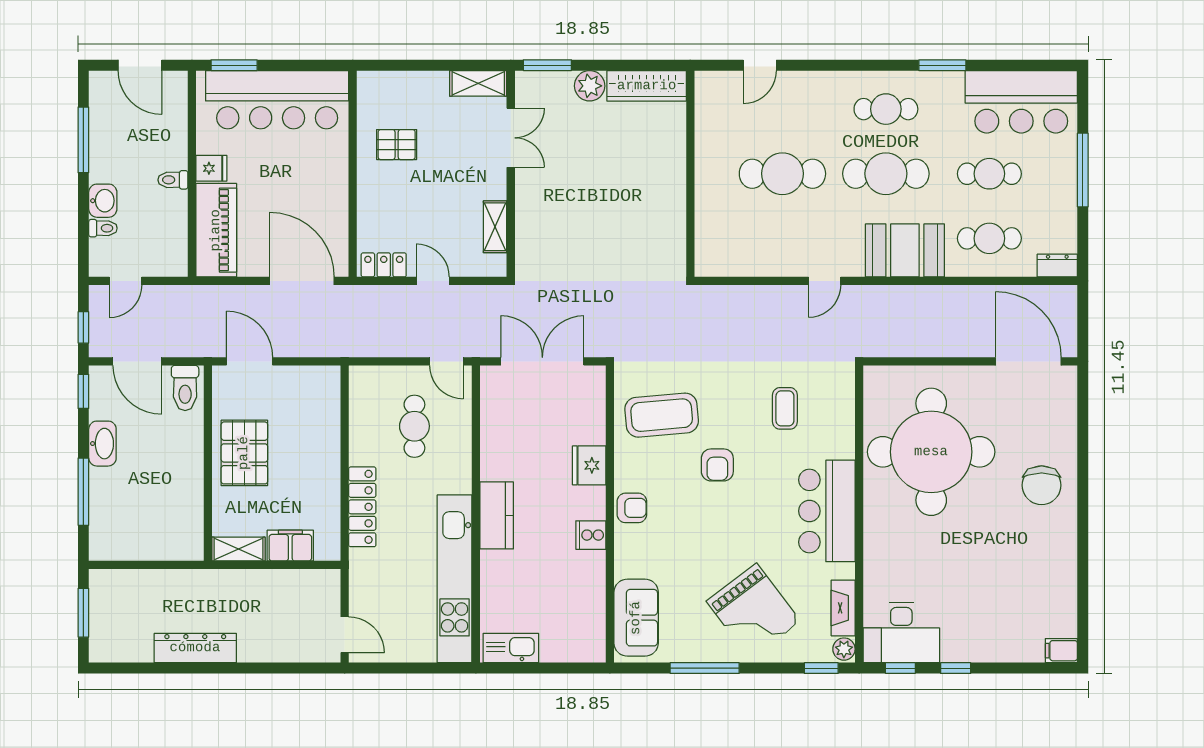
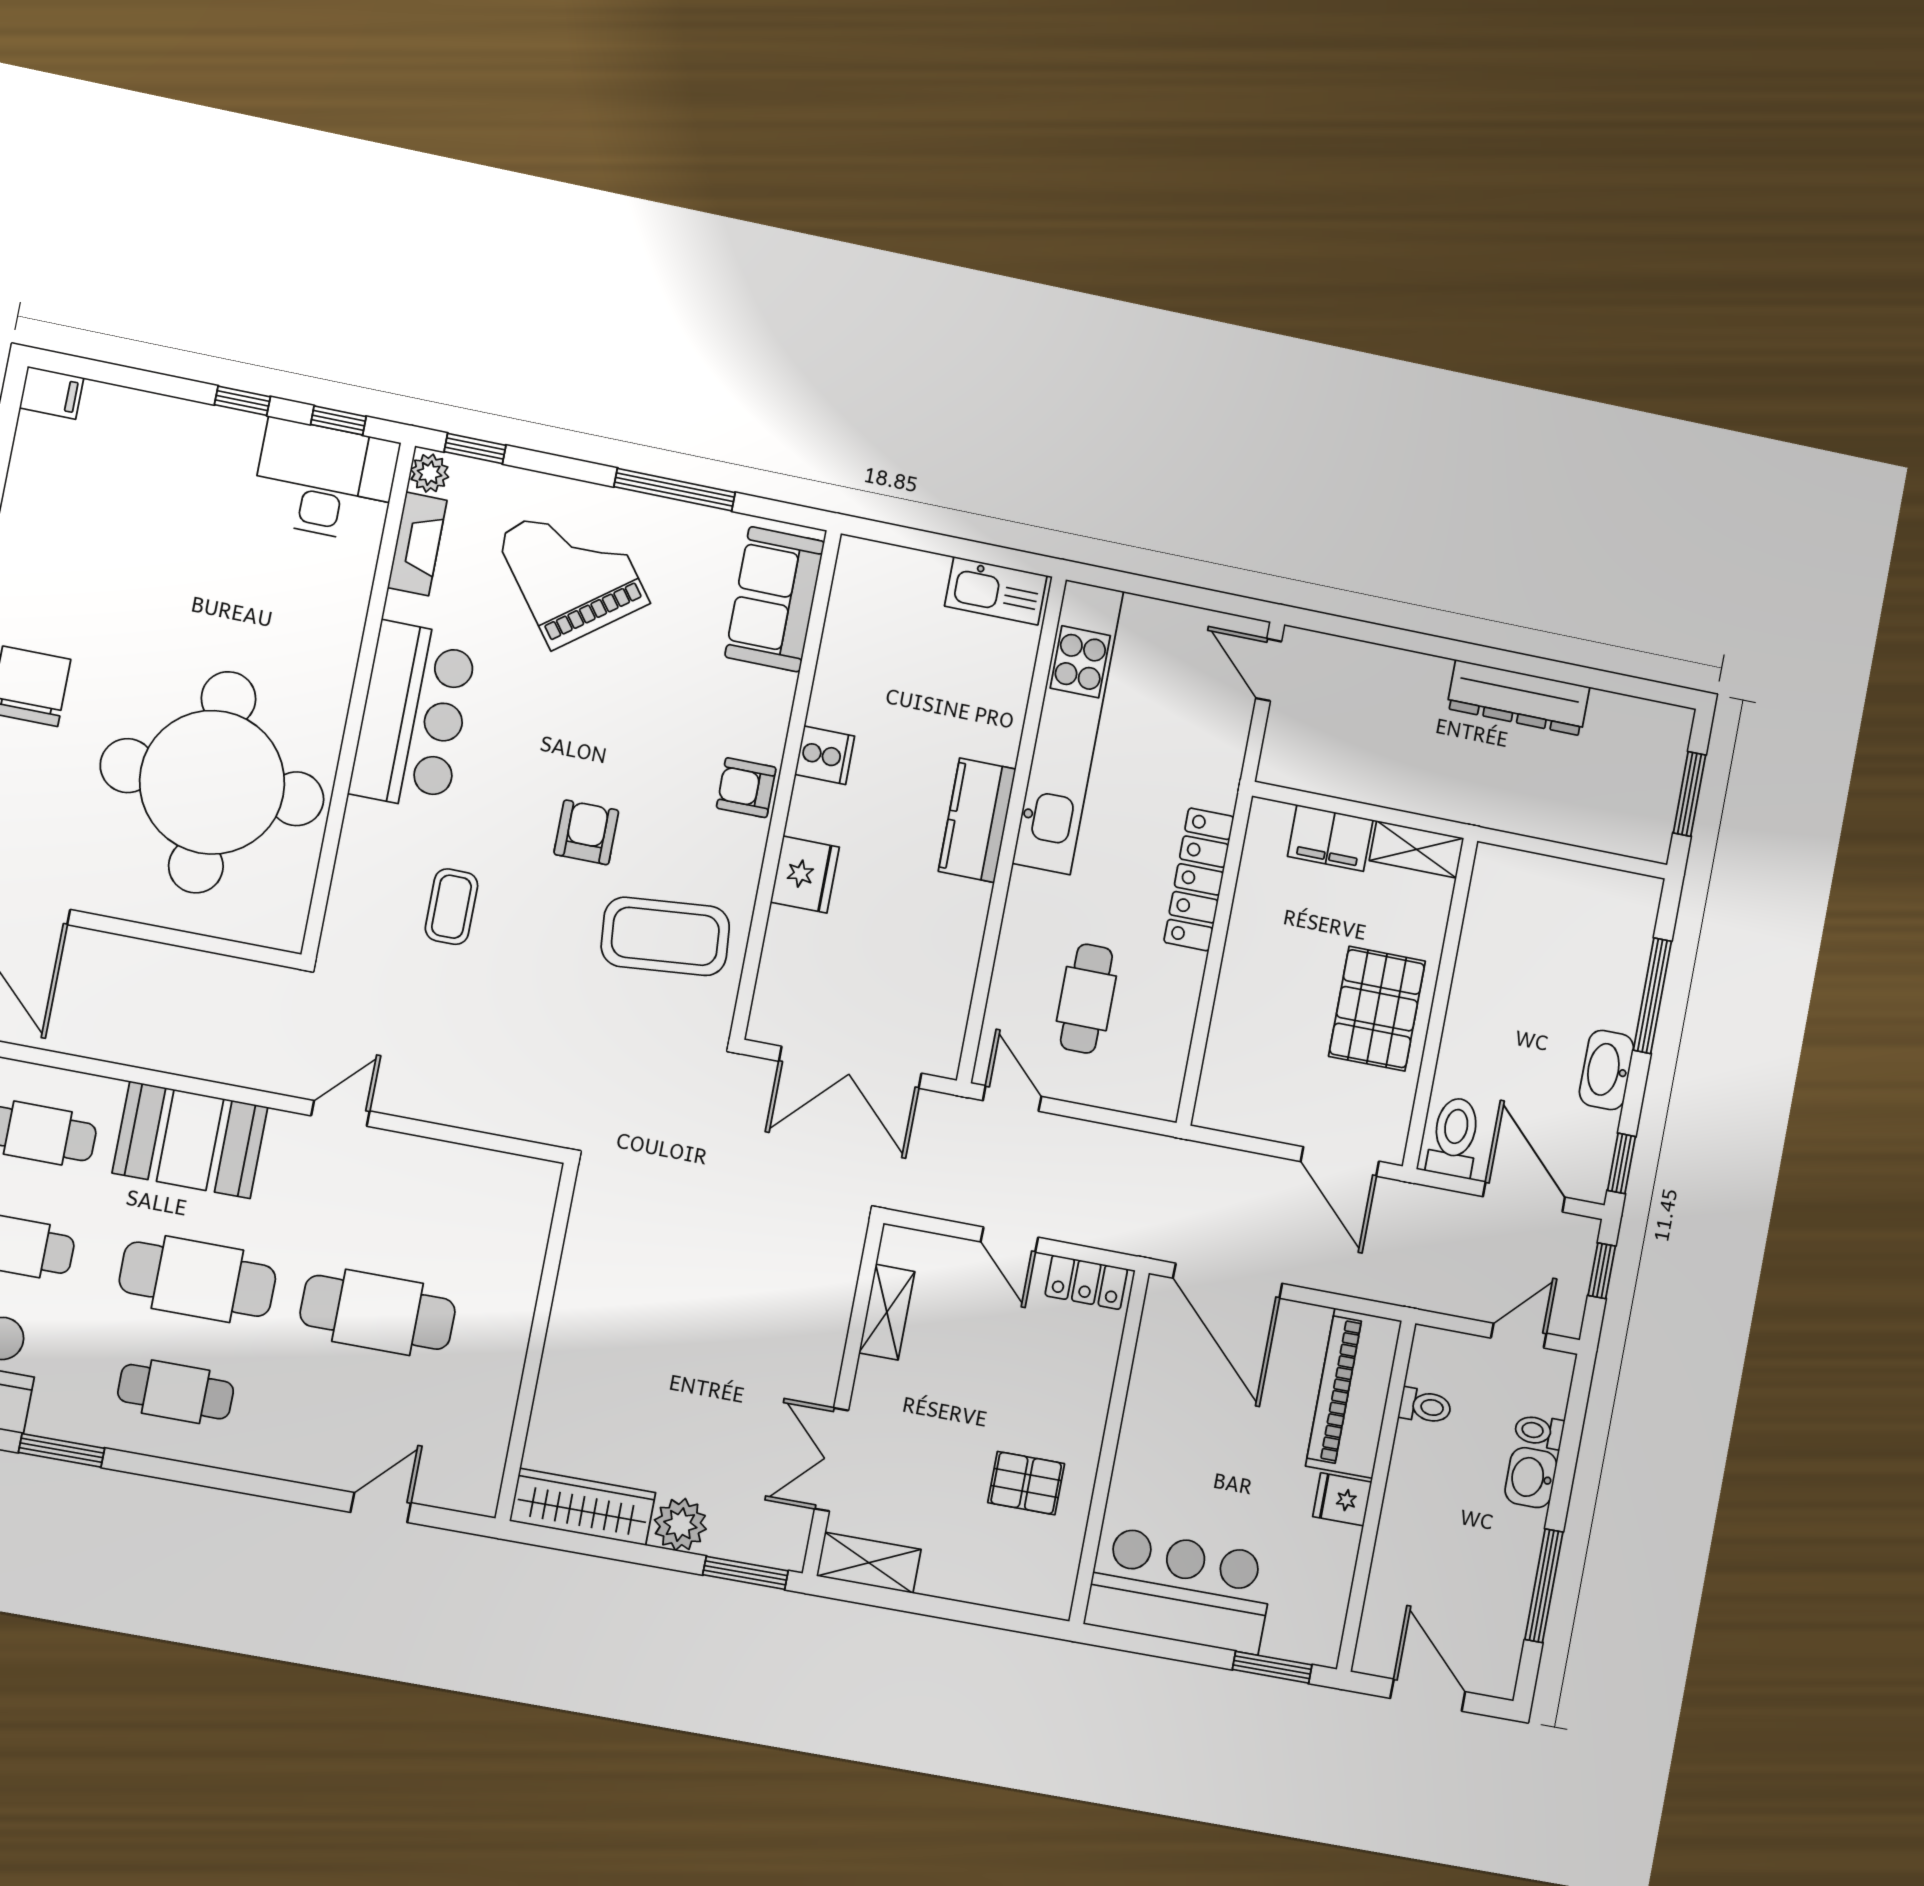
bar counter: (277, 100) -> (1180, 1590), width x0.73
toilet: (173, 180) -> (1425, 1406), moved

